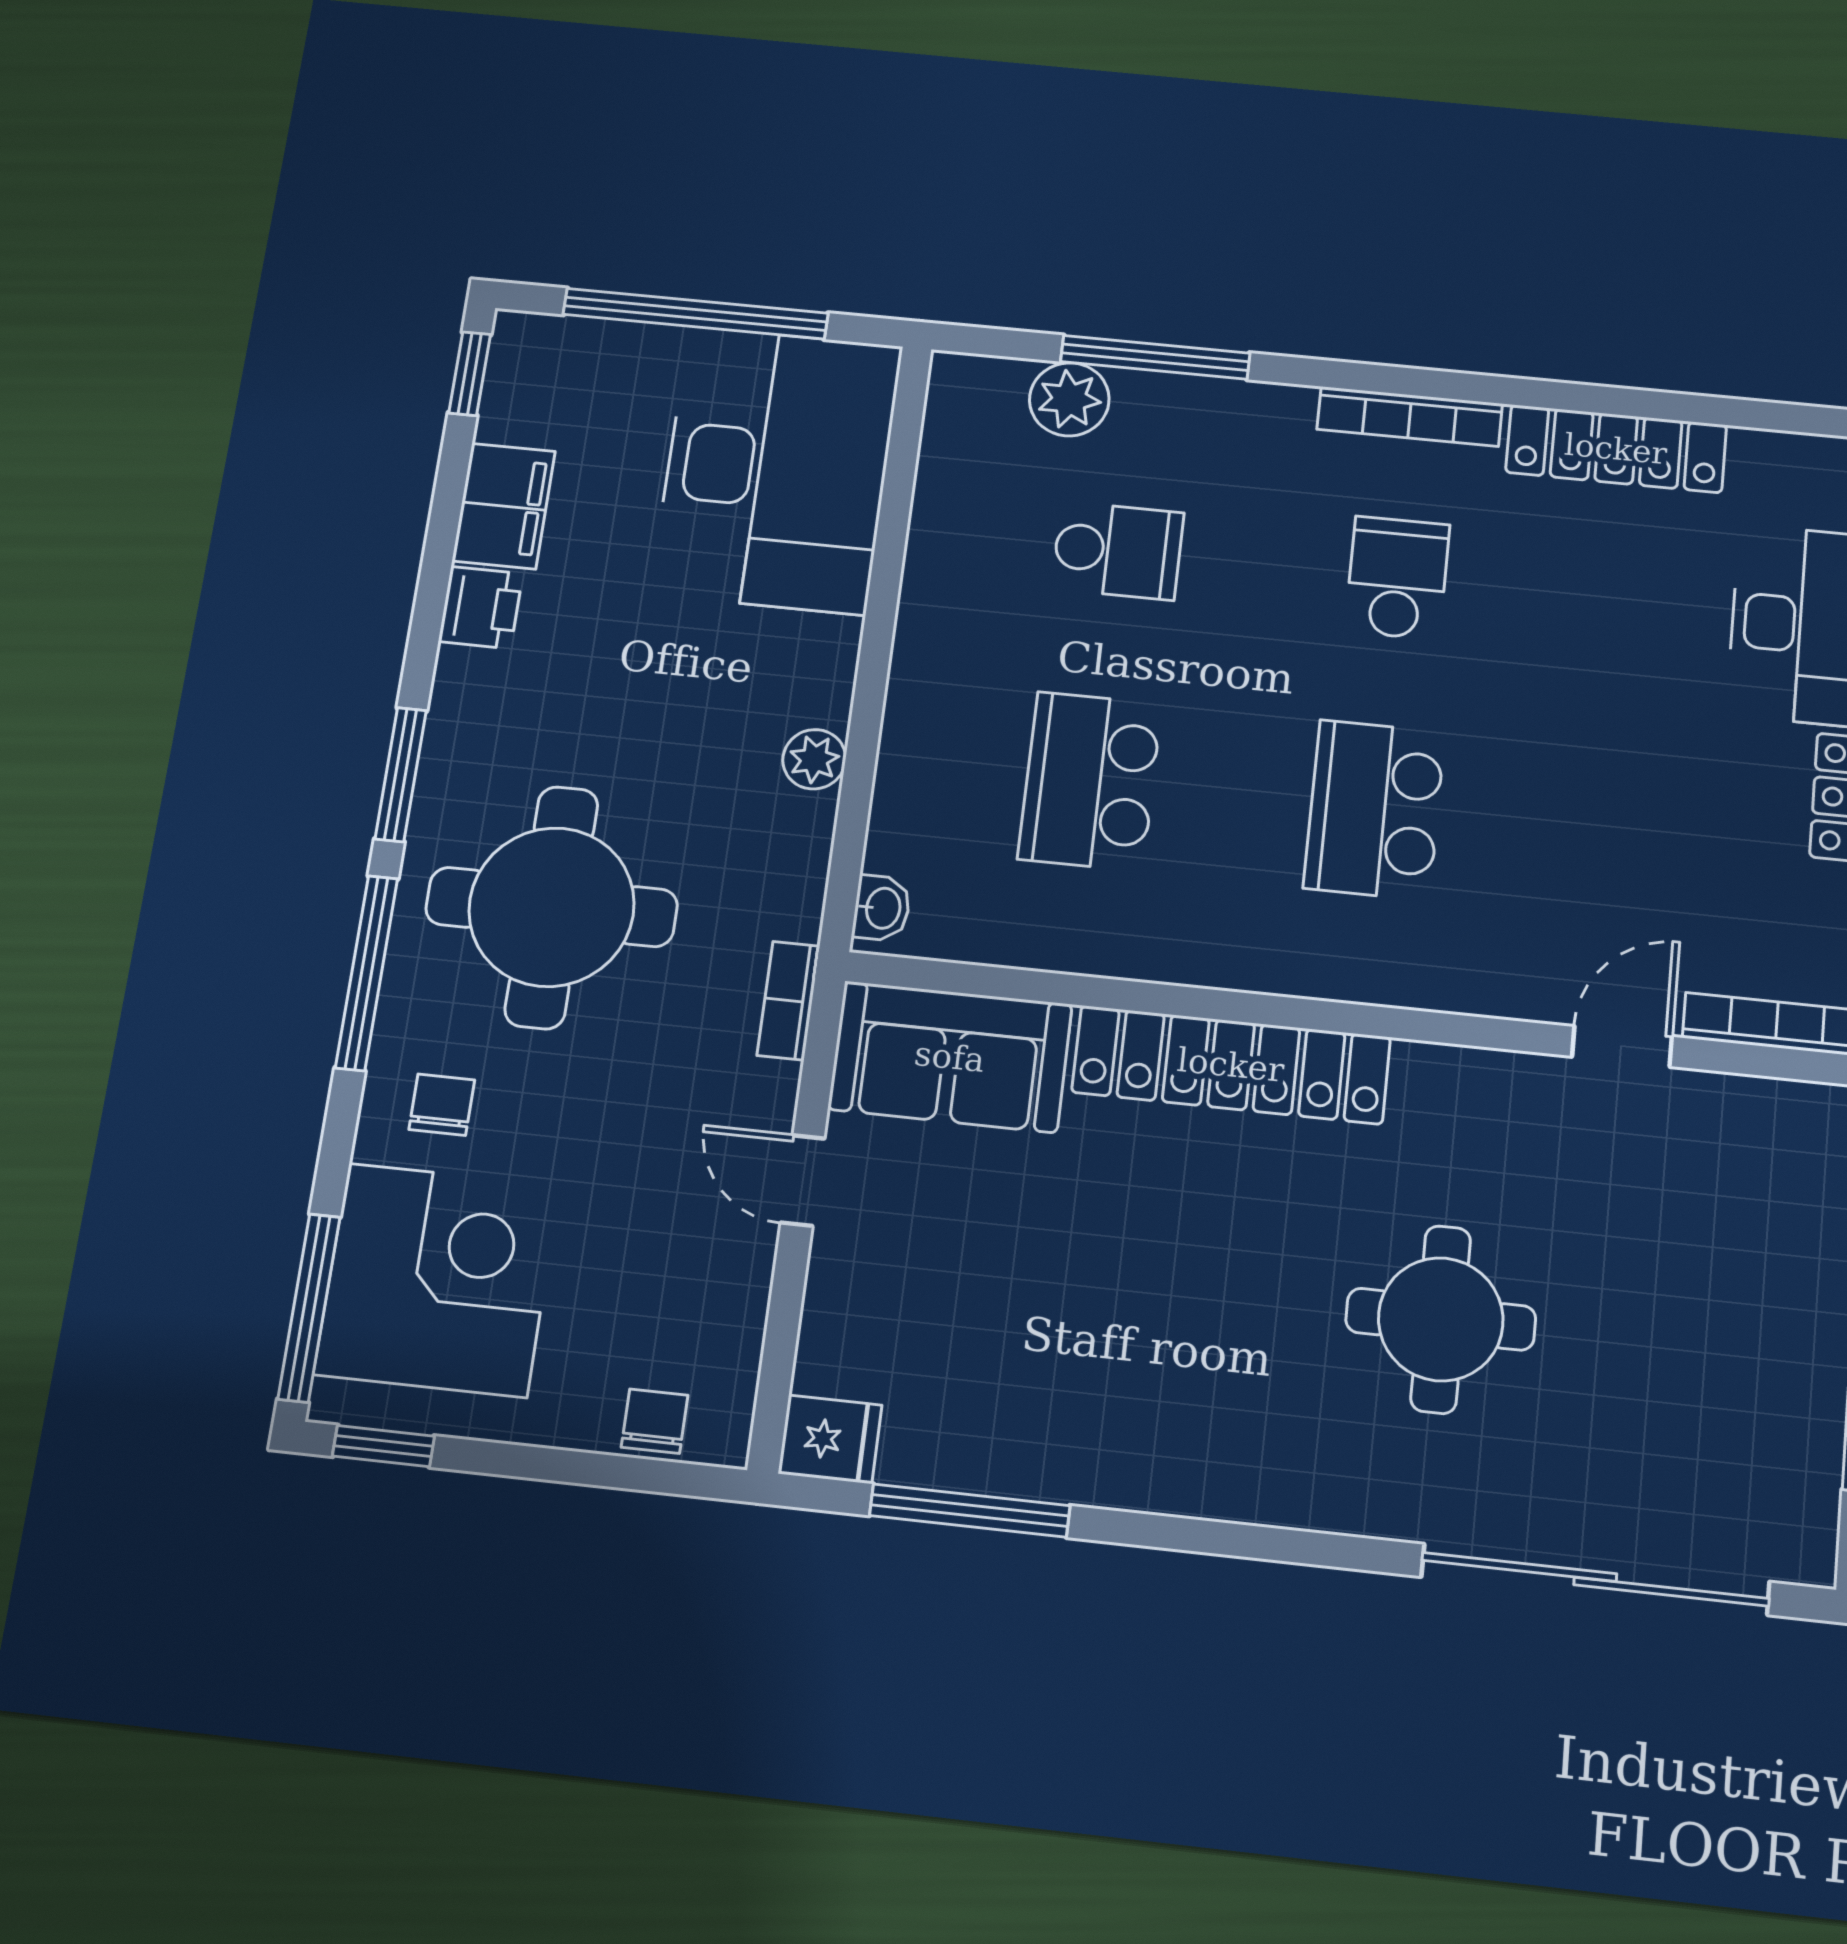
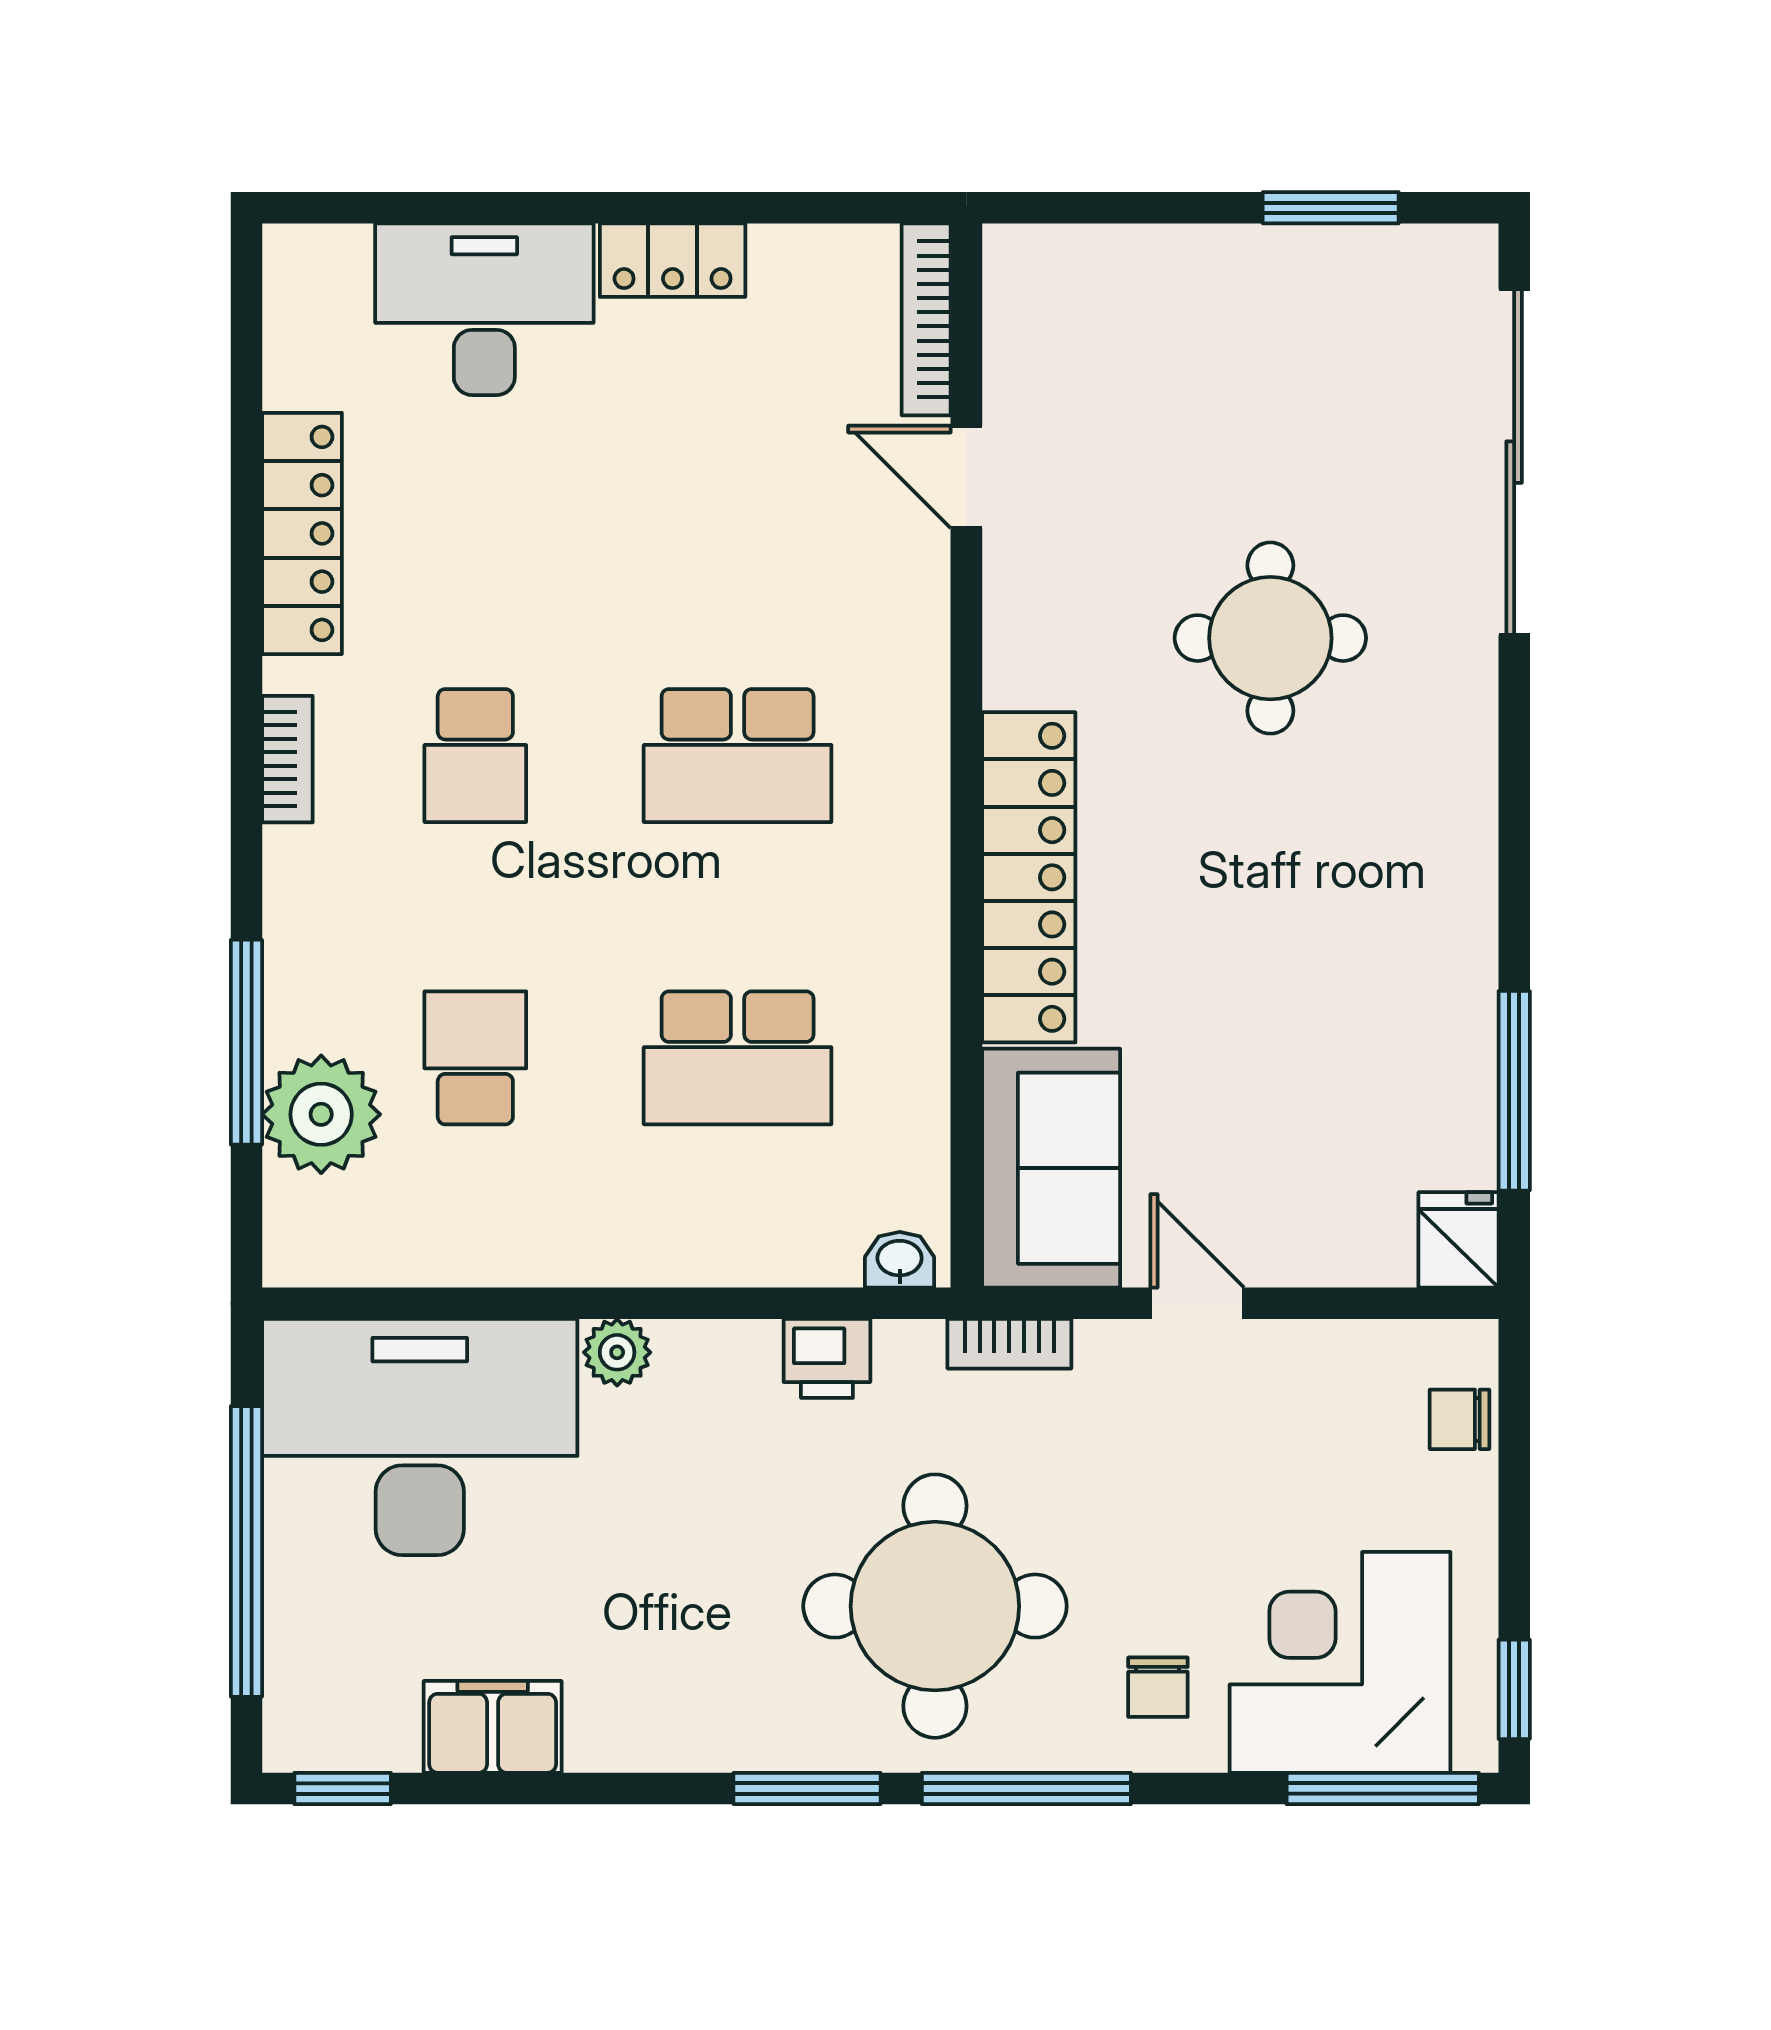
plant: (1069, 399) -> (321, 1114), width x1.36, depth x1.36
bookcase: (1410, 416) -> (287, 759), width x0.64
school desk: (1397, 578) -> (475, 756), turned -90
printer: (481, 608) -> (827, 1358), moved, turned 180
plant: (814, 759) -> (617, 1352), moved
chair: (442, 1105) -> (1158, 1687), turned -90
door: (803, 1180) -> (1197, 1303), swing flipped

